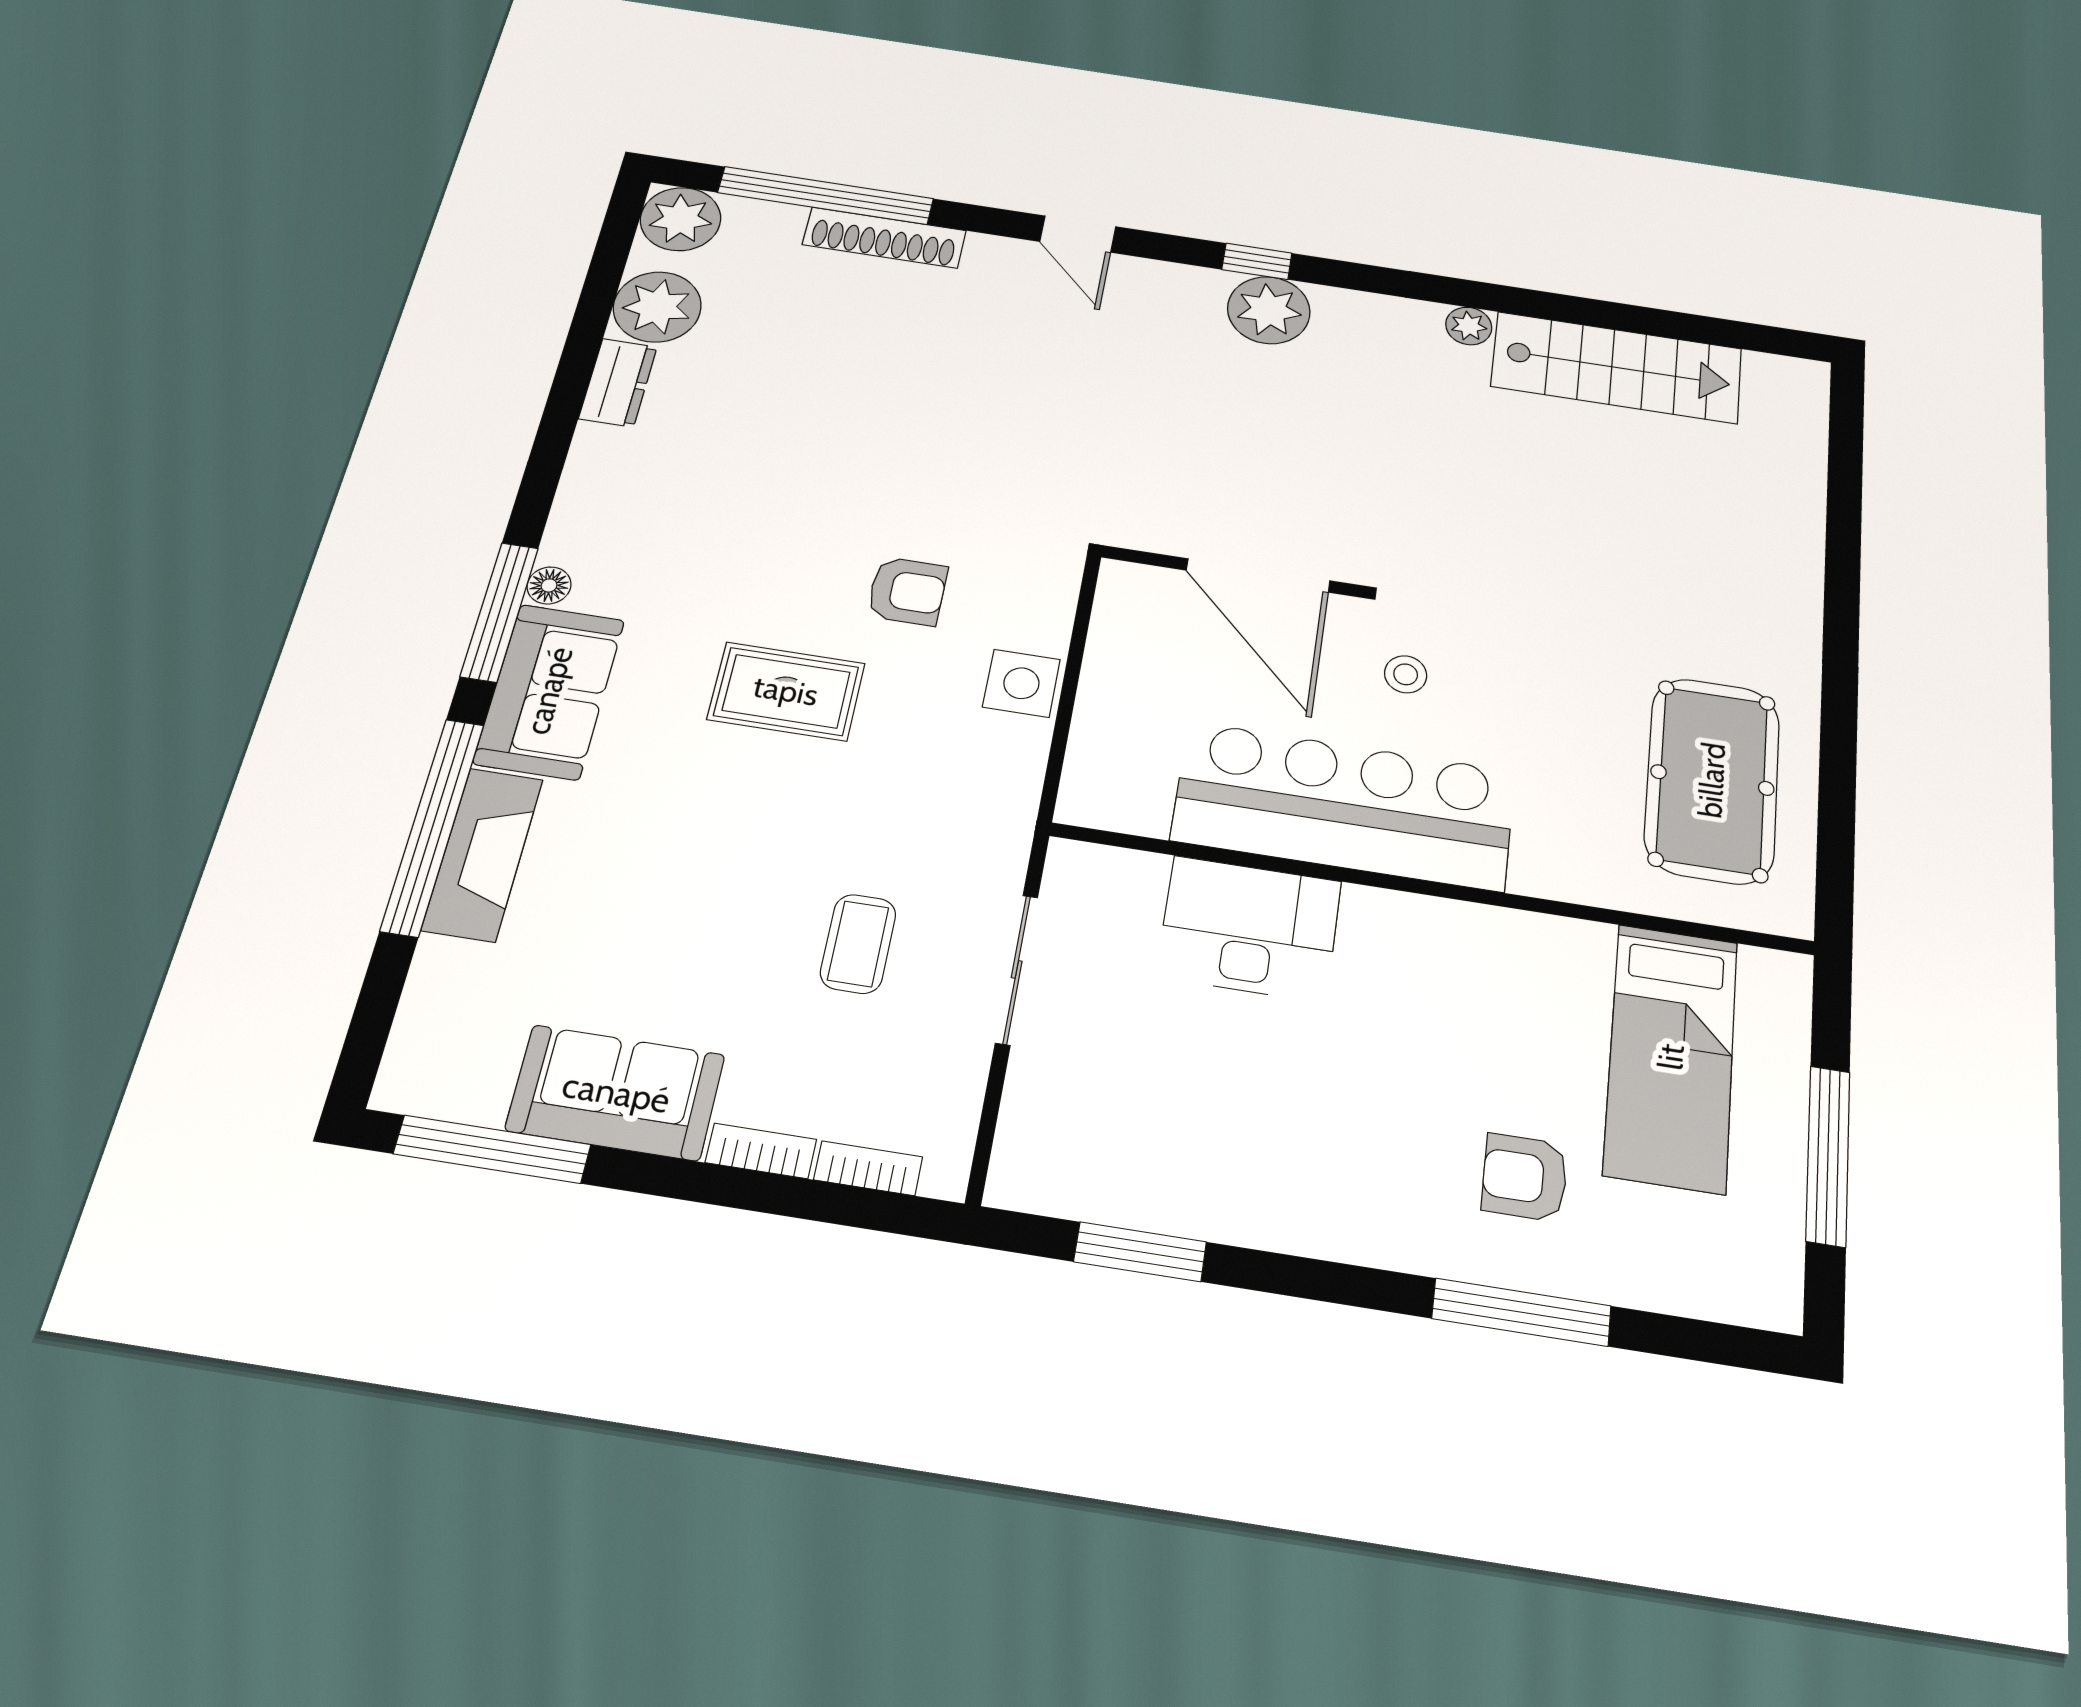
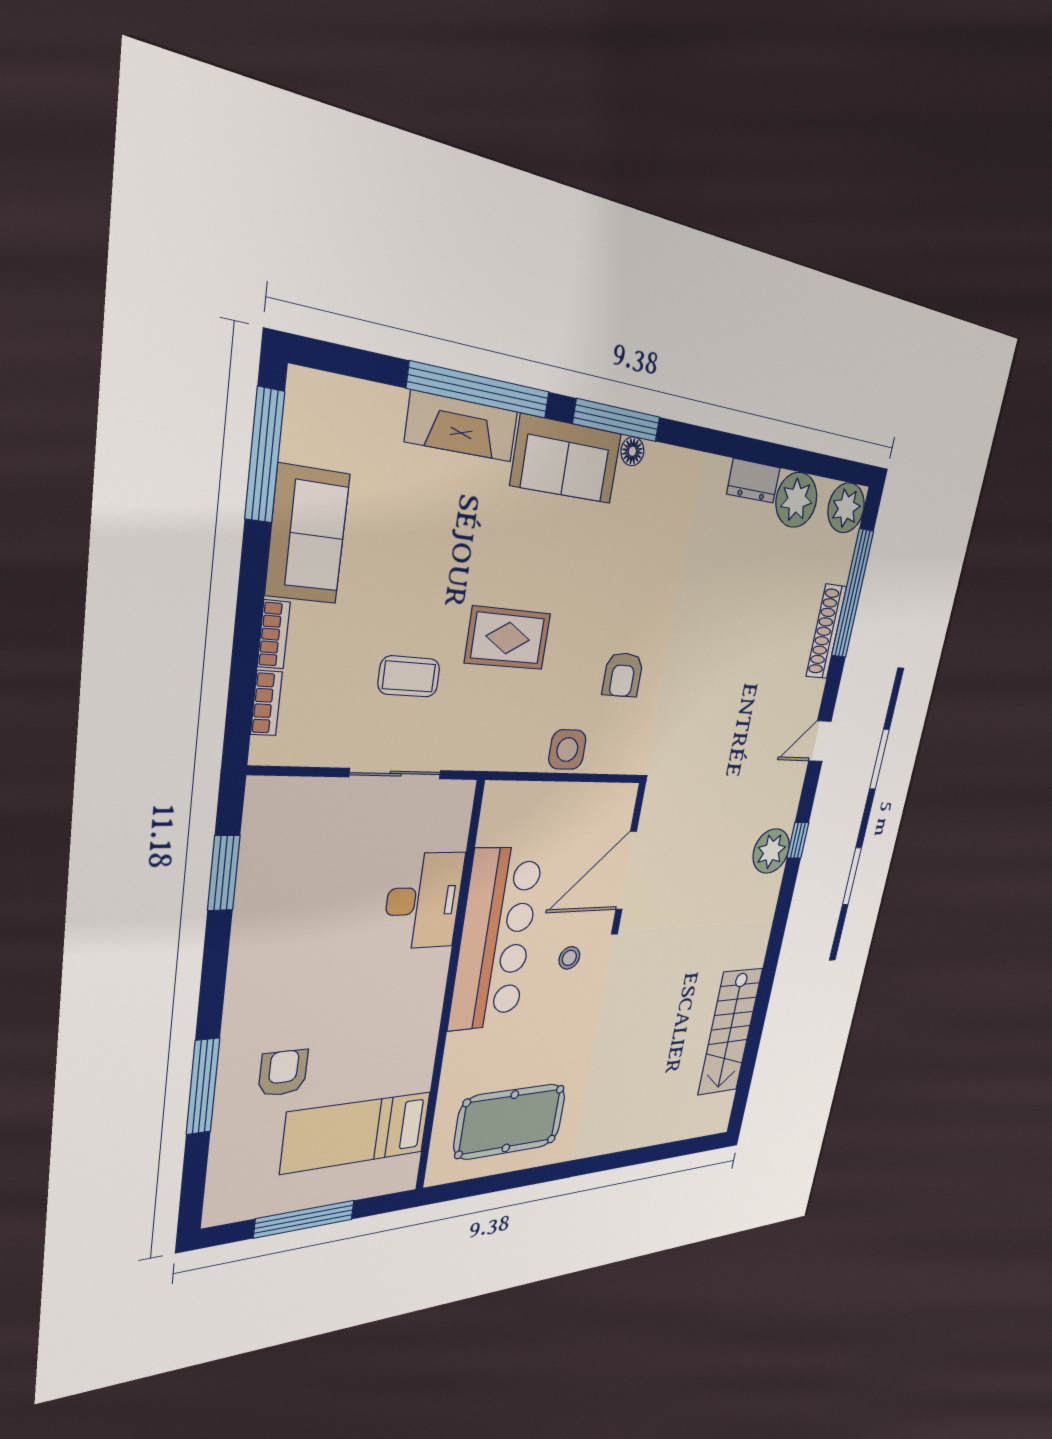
plant: (1469, 326) -> (756, 955), removed
rug: (786, 691) -> (508, 638), moved, turned 90

